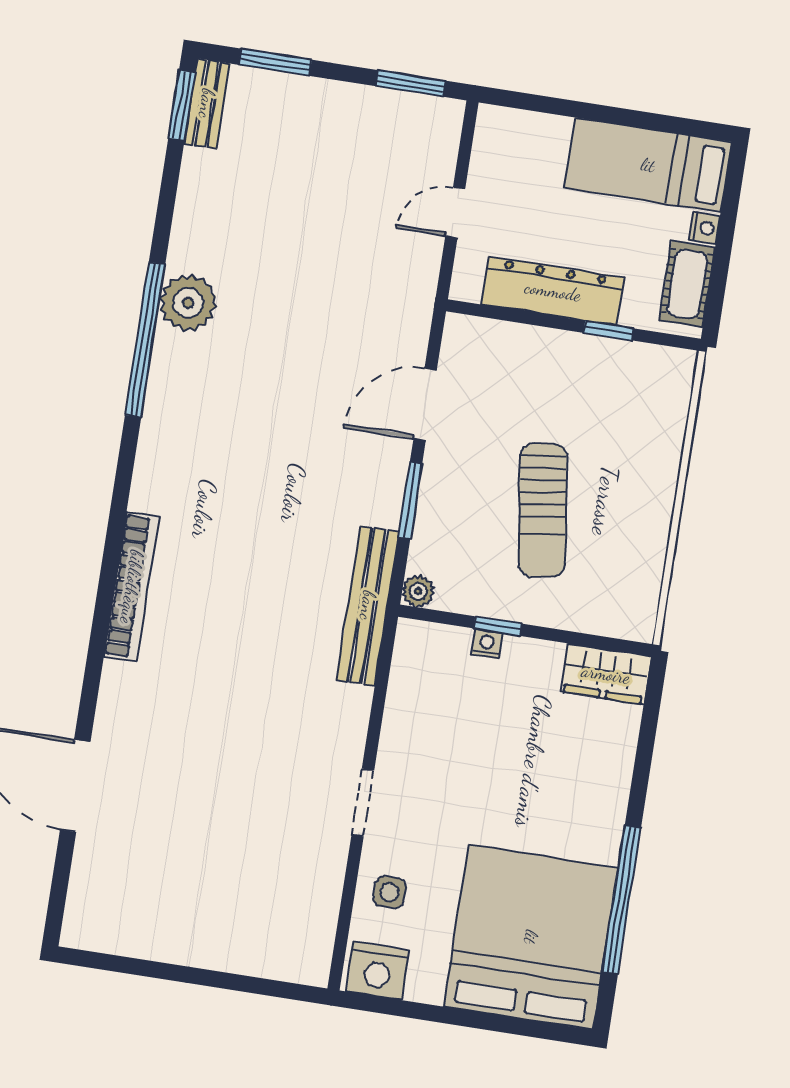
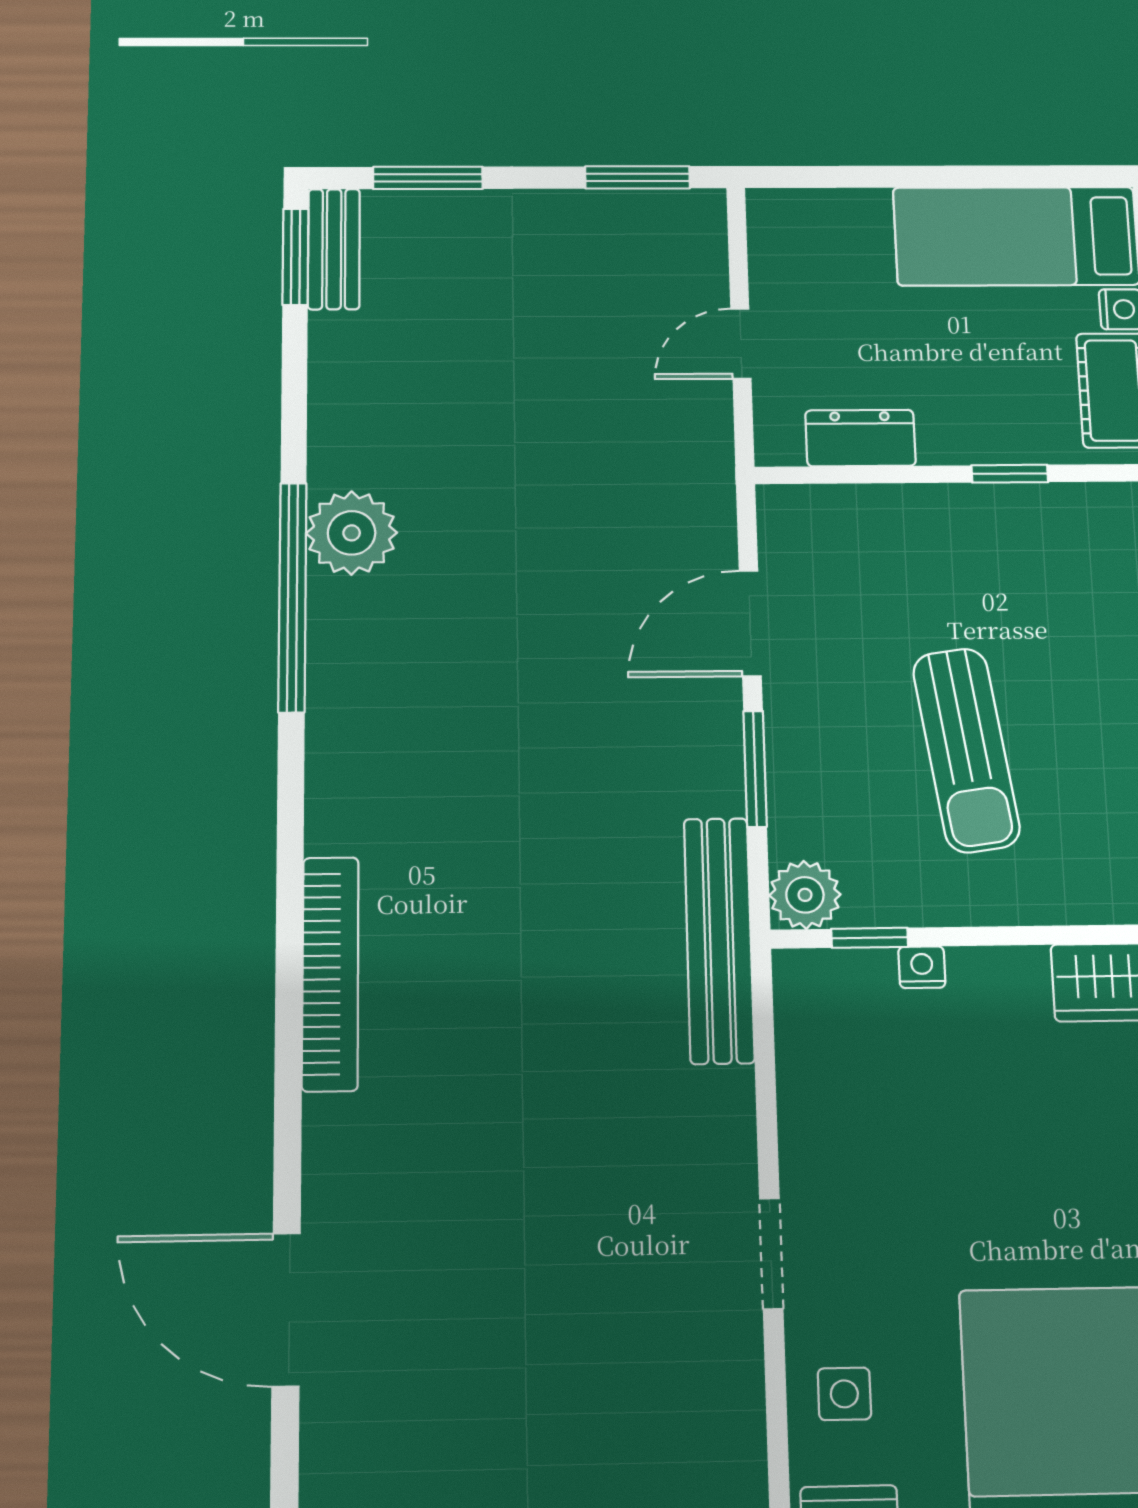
dresser: (553, 291) -> (860, 438), width x0.51, depth x0.80
plant: (418, 591) -> (805, 895), width x1.38, depth x1.38
window: (498, 626) -> (870, 938), moved

